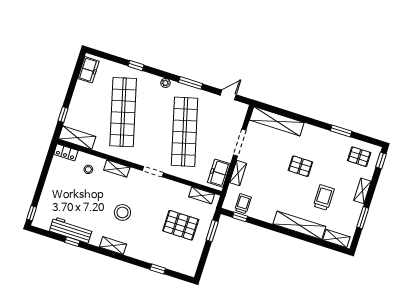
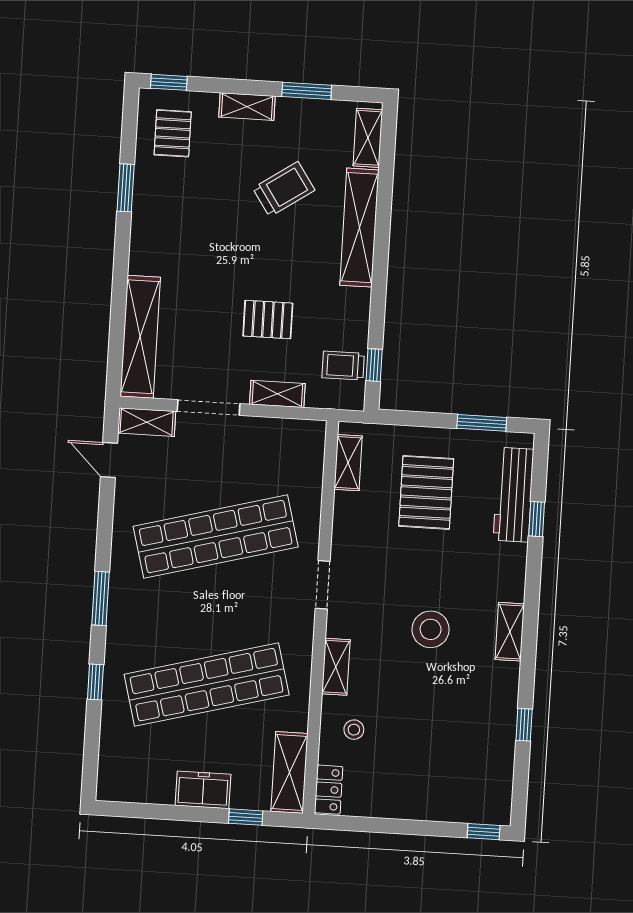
freezer: (88, 70) -> (203, 790), moved
plant: (165, 83) -> (118, 607), removed
window: (191, 83) -> (101, 598), moved
shelving: (240, 115) -> (147, 422), added
pallet: (300, 166) -> (268, 320), moved, turned 90
freezer: (219, 173) -> (288, 437), removed
trolley: (324, 198) -> (284, 189), turned 146
workbench: (71, 230) -> (513, 495), moved
window: (212, 231) -> (482, 423), moved

